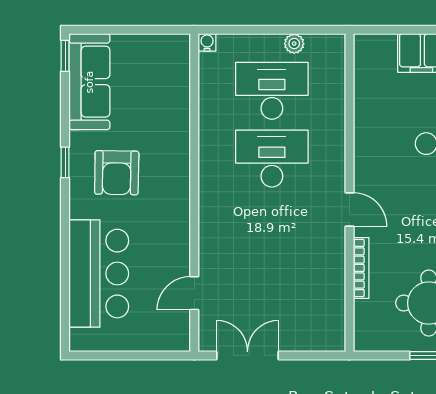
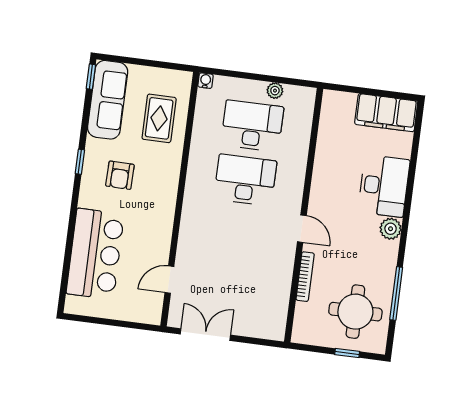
rug: (156, 96) -> (159, 118), added
armchair: (117, 173) -> (120, 175), width x0.72, depth x0.72

